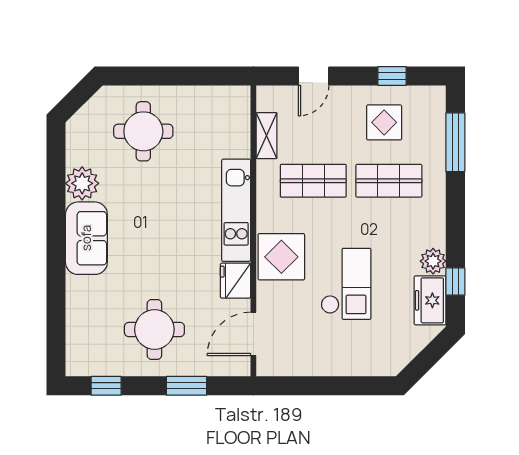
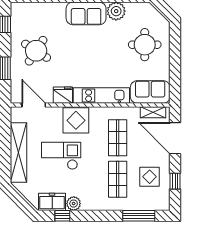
door: (314, 76) -> (175, 138), width x1.88
sofa: (230, 121) -> (150, 92), added
shelving: (267, 136) -> (153, 112), moved
checkout: (346, 284) -> (61, 156), turned 180
round table: (154, 329) -> (36, 51), turned 33
shelving: (340, 362) -> (18, 152), added

